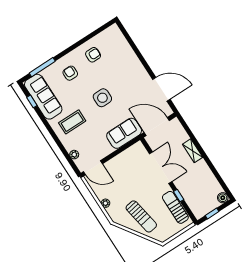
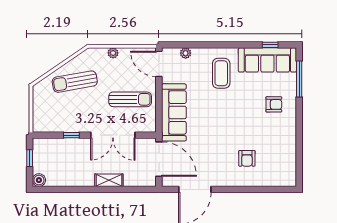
armchair: (93, 55) -> (247, 158), moved
side table: (102, 98) -> (226, 122), removed
door: (157, 126) -> (159, 159), hinge flipped
sofa: (124, 133) -> (174, 112), width x1.36
door: (93, 168) -> (159, 64), hinge flipped
sun lounger: (175, 207) -> (130, 99), moved

